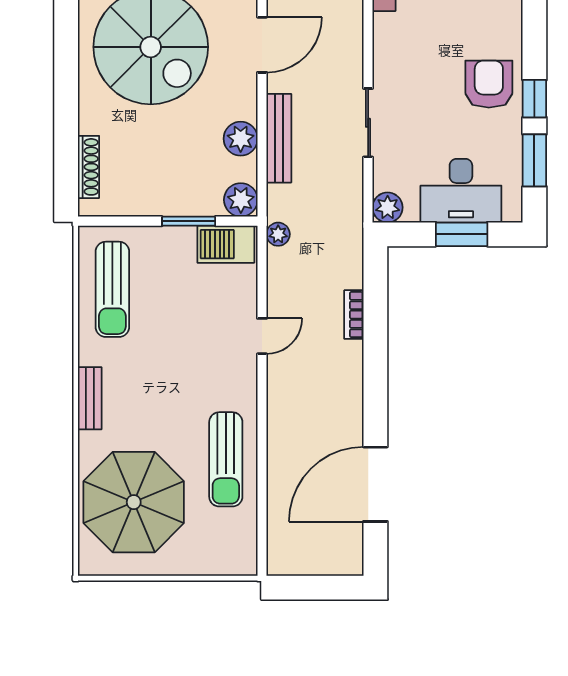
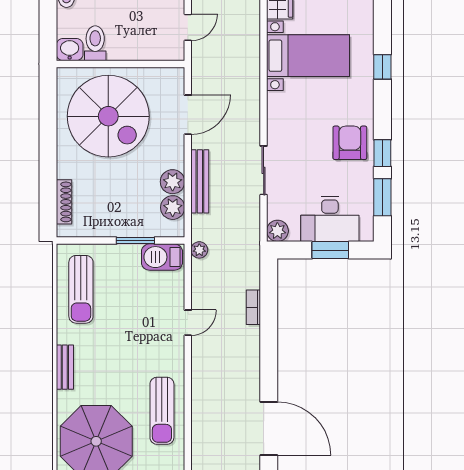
plant: (241, 200) -> (173, 208), moved
door: (375, 484) -> (269, 428), swing flipped

